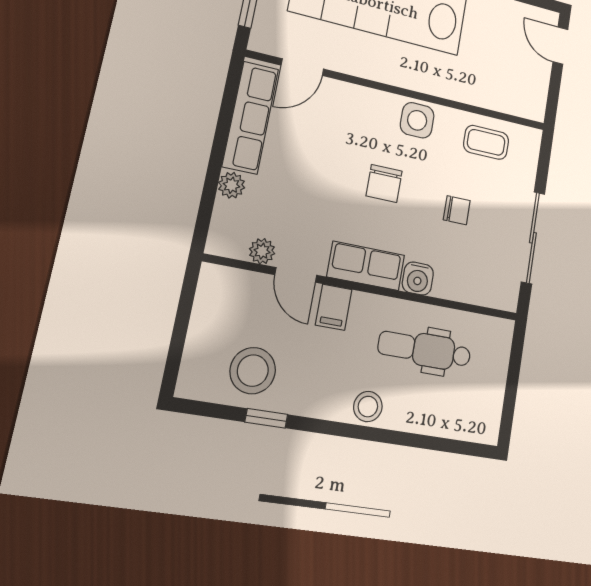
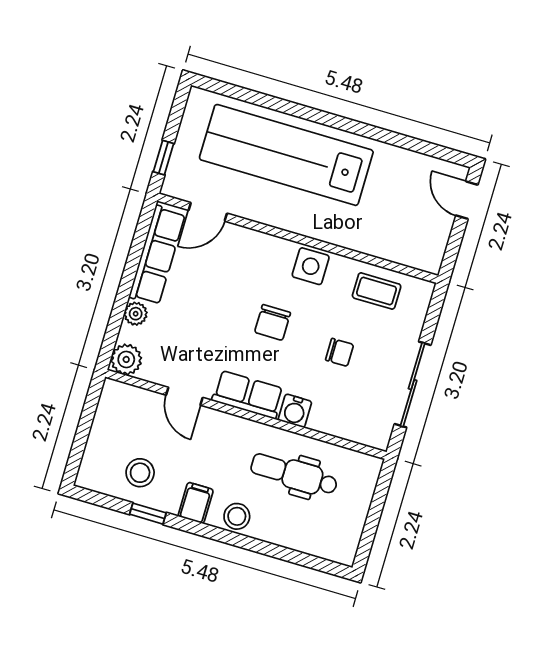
plant: (262, 251) -> (126, 359), moved, width x1.38, depth x1.38
filing cabinet: (334, 307) -> (196, 503), moved, turned 180
stool: (253, 371) -> (140, 473), width x0.73, depth x0.73

